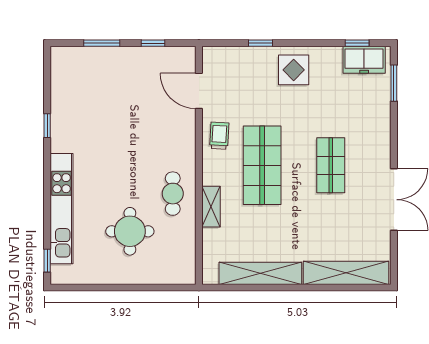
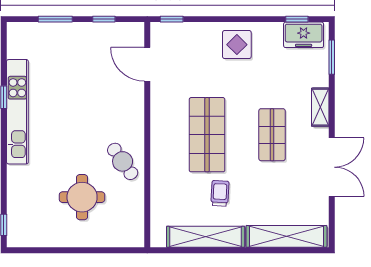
window: (260, 43) -> (172, 19), moved
trolley: (219, 136) -> (220, 193), moved
cafe table: (173, 194) -> (123, 161), turned -35
shelving: (211, 207) -> (320, 107), moved
kitchen unit: (62, 209) -> (17, 112), moved

